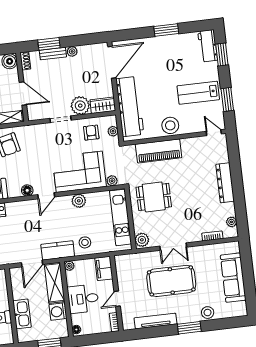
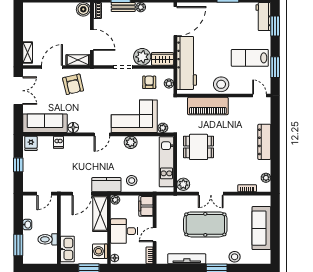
floor lamp: (27, 190) -> (73, 127), moved
washing machine: (58, 312) -> (100, 251), moved
kitchen sink: (22, 314) -> (67, 249), moved

